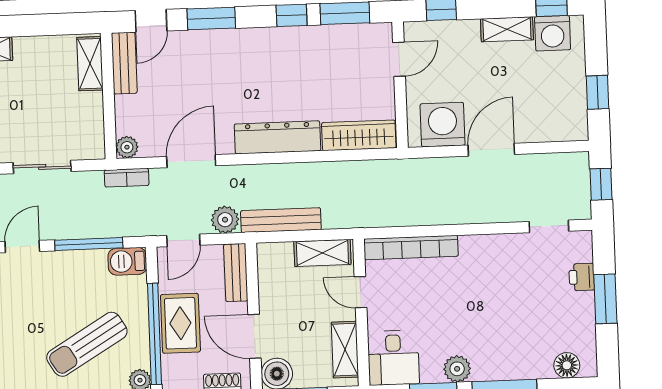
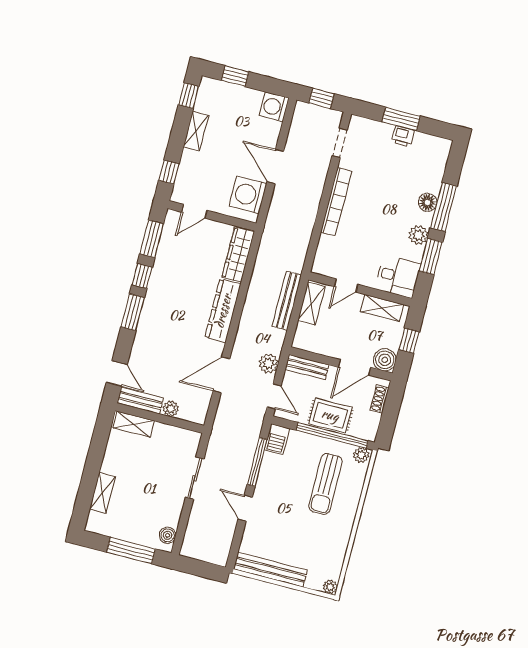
window: (211, 18) -> (133, 312), moved
washing machine: (553, 33) -> (274, 107), moved, turned 180
door: (399, 59) -> (194, 211), swing flipped
window: (597, 92) -> (235, 76), moved
plant: (127, 147) -> (171, 409), moved
door: (191, 161) -> (221, 375), hinge flipped
bookcase: (127, 178) -> (219, 422), removed
bench: (281, 220) -> (287, 301), moved
bookcase: (411, 248) -> (336, 202), moved
printer: (582, 277) -> (403, 136), moved
sun lounger: (87, 344) -> (326, 484), turned 31
floor lamp: (567, 365) -> (428, 202), moved

